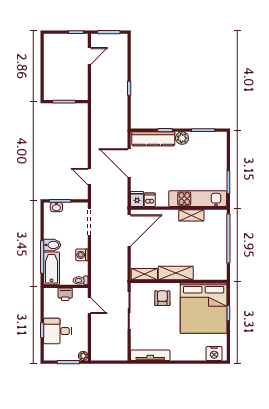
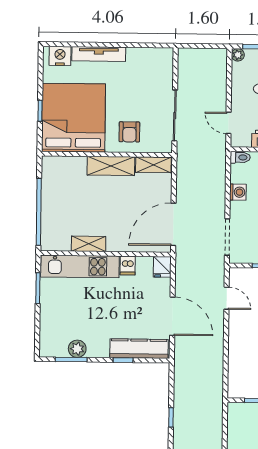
plant: (182, 138) -> (77, 349), moved
dishwasher: (150, 200) -> (128, 265), moved
tv unit: (150, 355) -> (99, 54), moved

